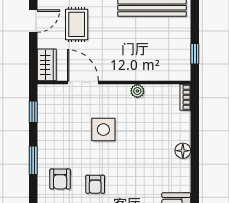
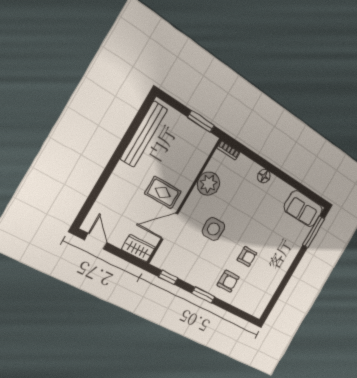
rug: (77, 24) -> (163, 193), moved
window: (195, 54) -> (201, 121), width x1.50
plant: (137, 91) -> (209, 184), width x1.87, depth x1.87

